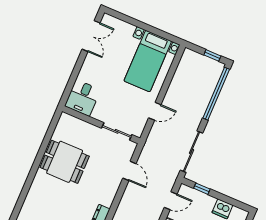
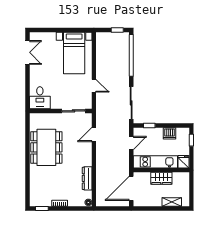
door: (155, 111) -> (94, 86), hinge flipped
dining table: (65, 162) -> (46, 147), width x1.38
door: (129, 171) -> (94, 135), swing flipped

